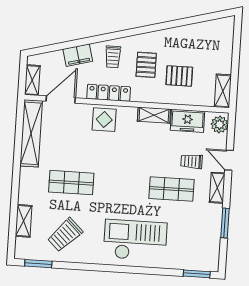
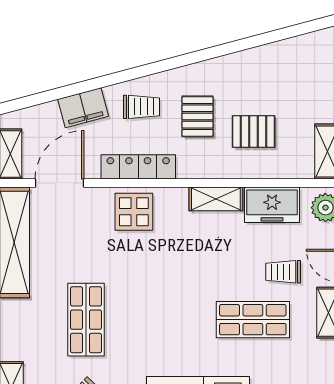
trolley: (113, 57) -> (141, 107), turned -90
shop shelf: (71, 183) -> (86, 320), turned 90

